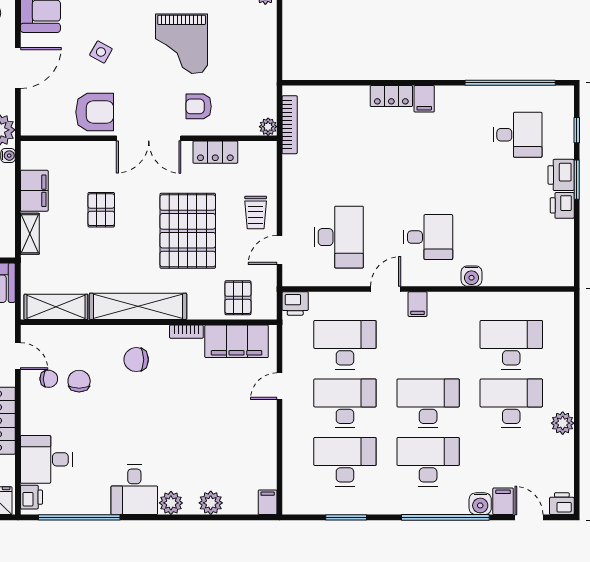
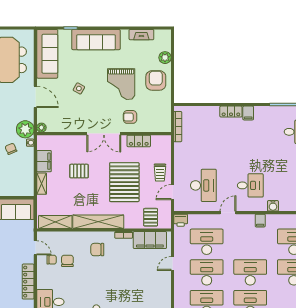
door: (18, 68) -> (35, 97), hinge flipped
armchair: (95, 112) -> (156, 80), moved, turned -90
plant: (268, 127) -> (41, 128), moved
pallet: (101, 210) -> (79, 171), turned 90
filing cabinet: (418, 304) -> (260, 221), moved

